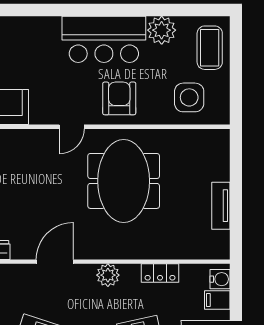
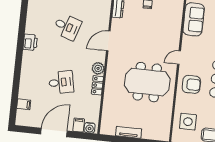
door: (72, 127) -> (179, 57), hinge flipped
door: (55, 262) -> (108, 41), swing flipped
locker: (160, 273) -> (97, 85), moved

